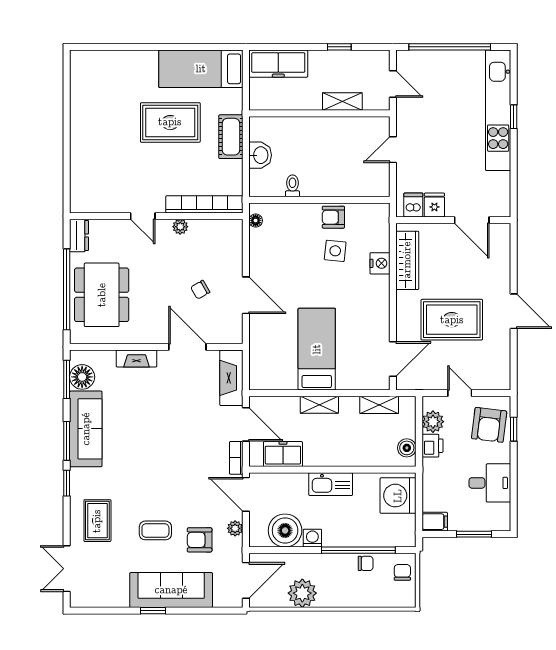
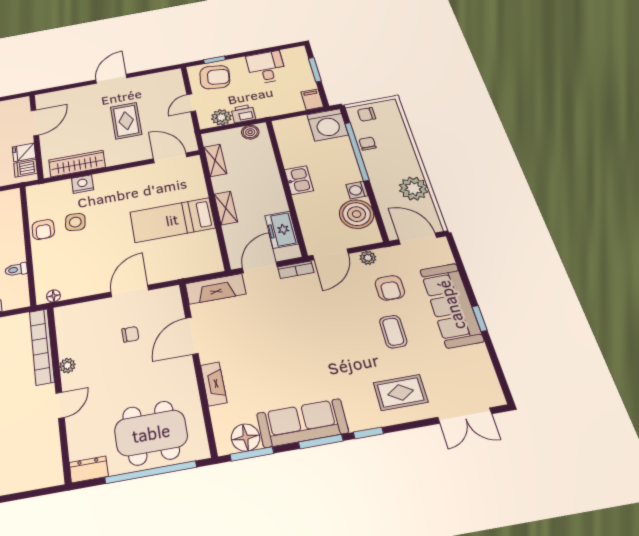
chair: (200, 290) -> (130, 334), turned -60
rug: (452, 320) -> (126, 121), width x0.73, depth x0.70
kitchen sink: (331, 484) -> (299, 180), width x0.73
washing machine: (398, 496) -> (328, 125), moved

